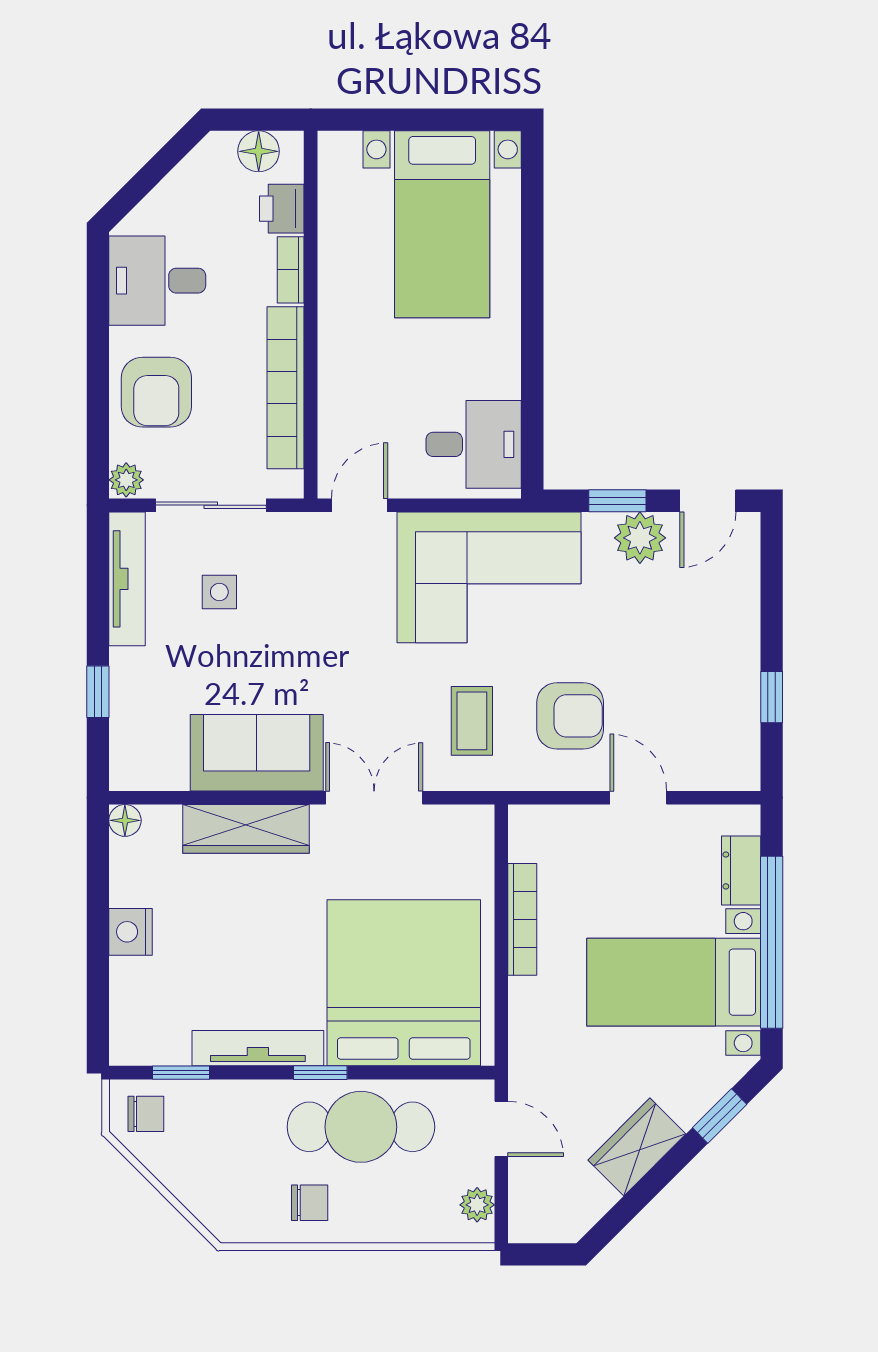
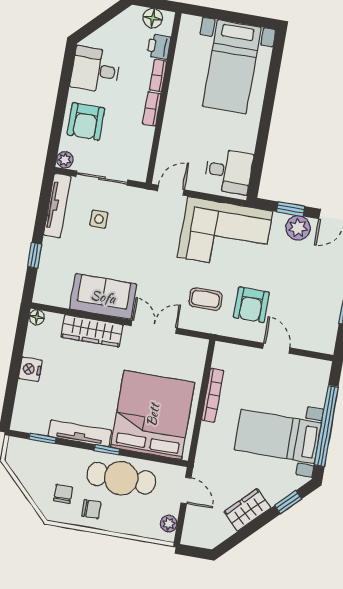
bookcase: (286, 388) -> (152, 109), width x0.43, depth x0.76
armchair: (570, 716) -> (251, 305), turned 90
coffee table: (472, 721) -> (205, 299), turned 90
dresser: (741, 870) -> (318, 390), removed
chair: (146, 1114) -> (63, 494), moved, turned -90

